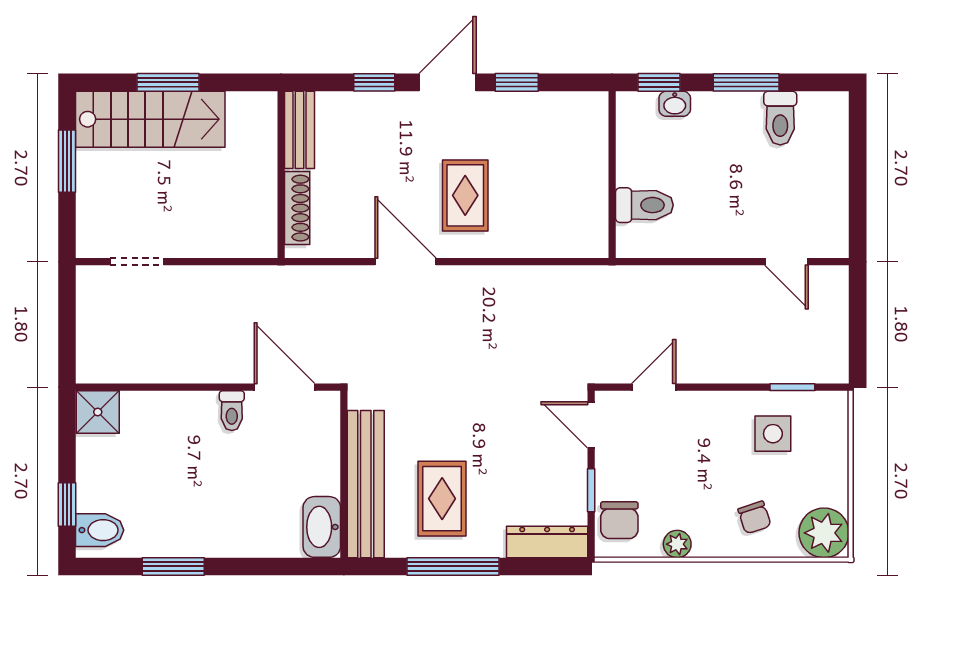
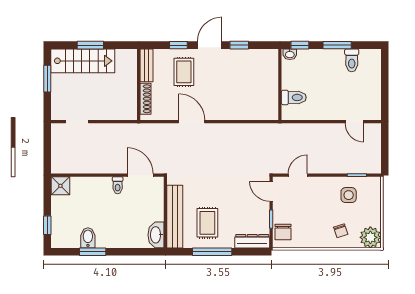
washbasin: (675, 104) -> (290, 54), moved
rug: (465, 195) -> (184, 72), moved
bidet: (100, 530) -> (88, 238), moved, turned -90
plant: (677, 544) -> (308, 242), removed

